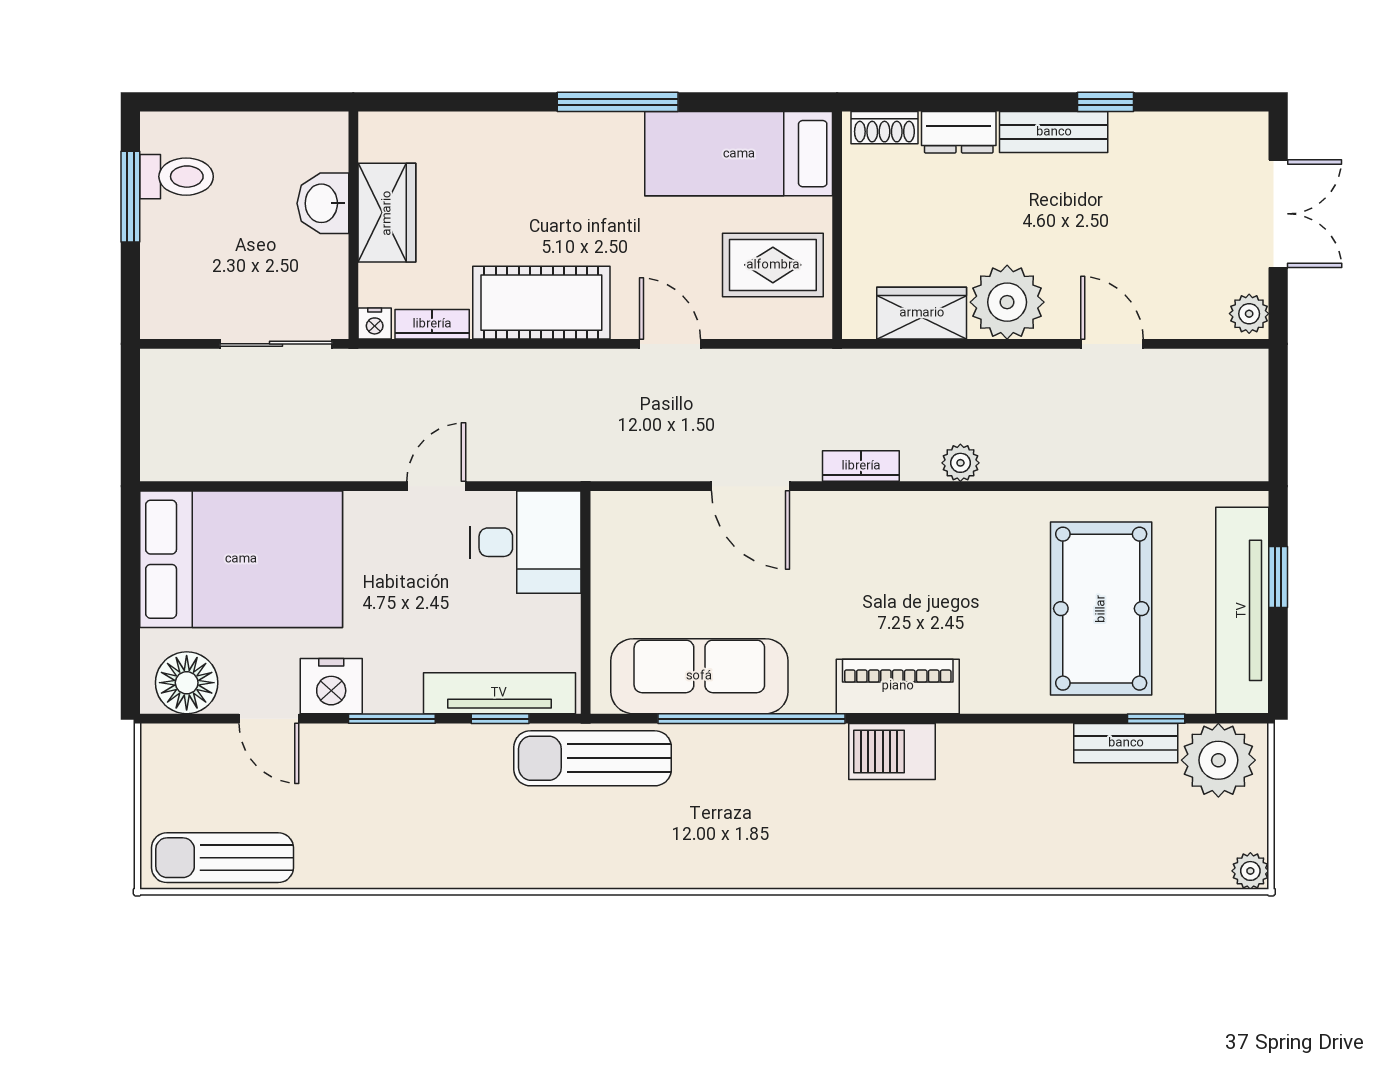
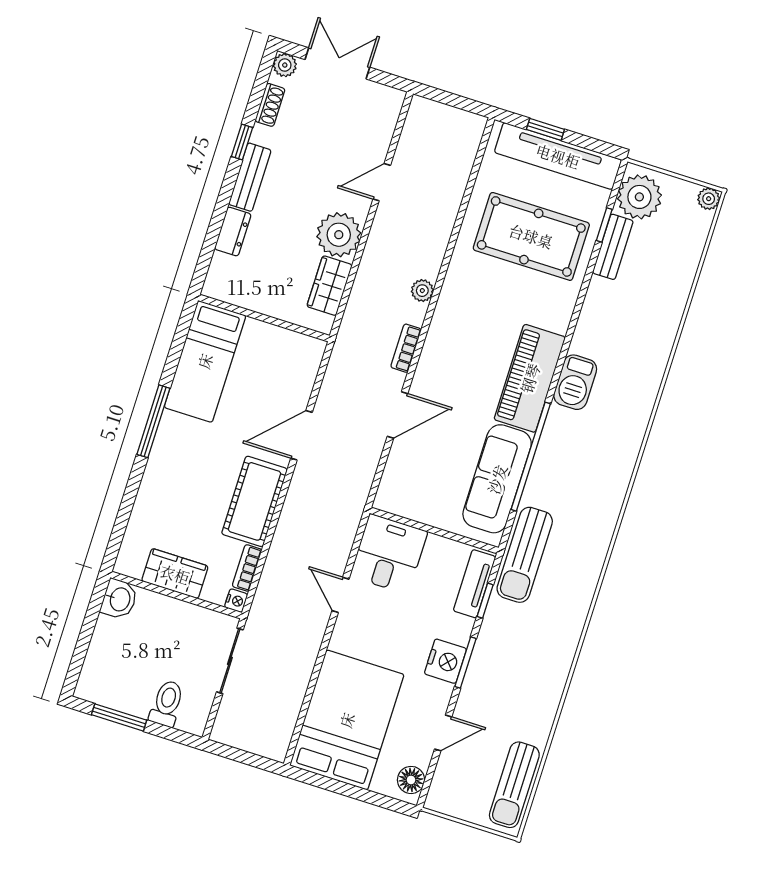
shoe rack: (884, 128) -> (270, 105), moved
toilet: (177, 177) -> (167, 703), moved
washbasin: (323, 203) -> (119, 599), moved, turned -90
rug: (773, 265) -> (275, 362), removed
plant: (1249, 314) -> (285, 65), moved
door: (670, 344) -> (301, 435), width x1.38
floor lamp: (187, 683) -> (411, 780), width x0.73, depth x0.73
nightstand: (331, 686) -> (445, 661), moved
piano: (898, 686) -> (530, 378), width x1.37, depth x1.33
tv unit: (499, 693) -> (475, 584), width x0.71

